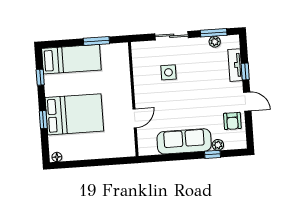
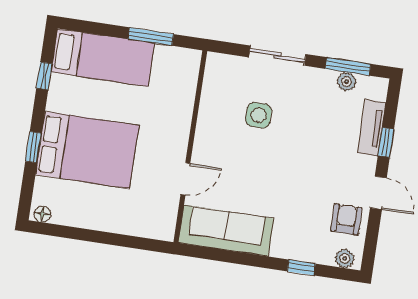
armchair: (232, 121) -> (346, 219), turned 180
sofa: (184, 141) -> (226, 231), moved
plant: (218, 145) -> (345, 258), moved

